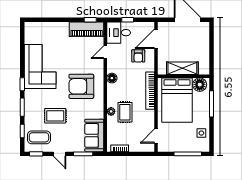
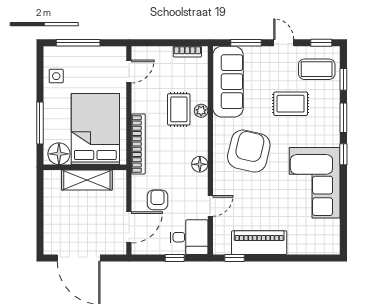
piano: (87, 29) -> (259, 243), moved
armchair: (81, 86) -> (249, 151), turned -77
sofa: (94, 135) -> (228, 82), width x1.36

